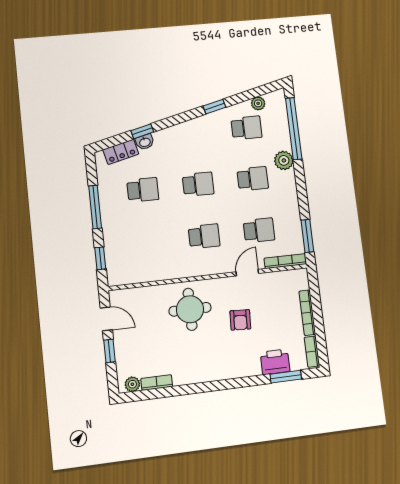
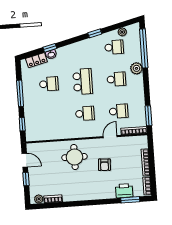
school desk: (198, 184) -> (83, 82), width x1.85

